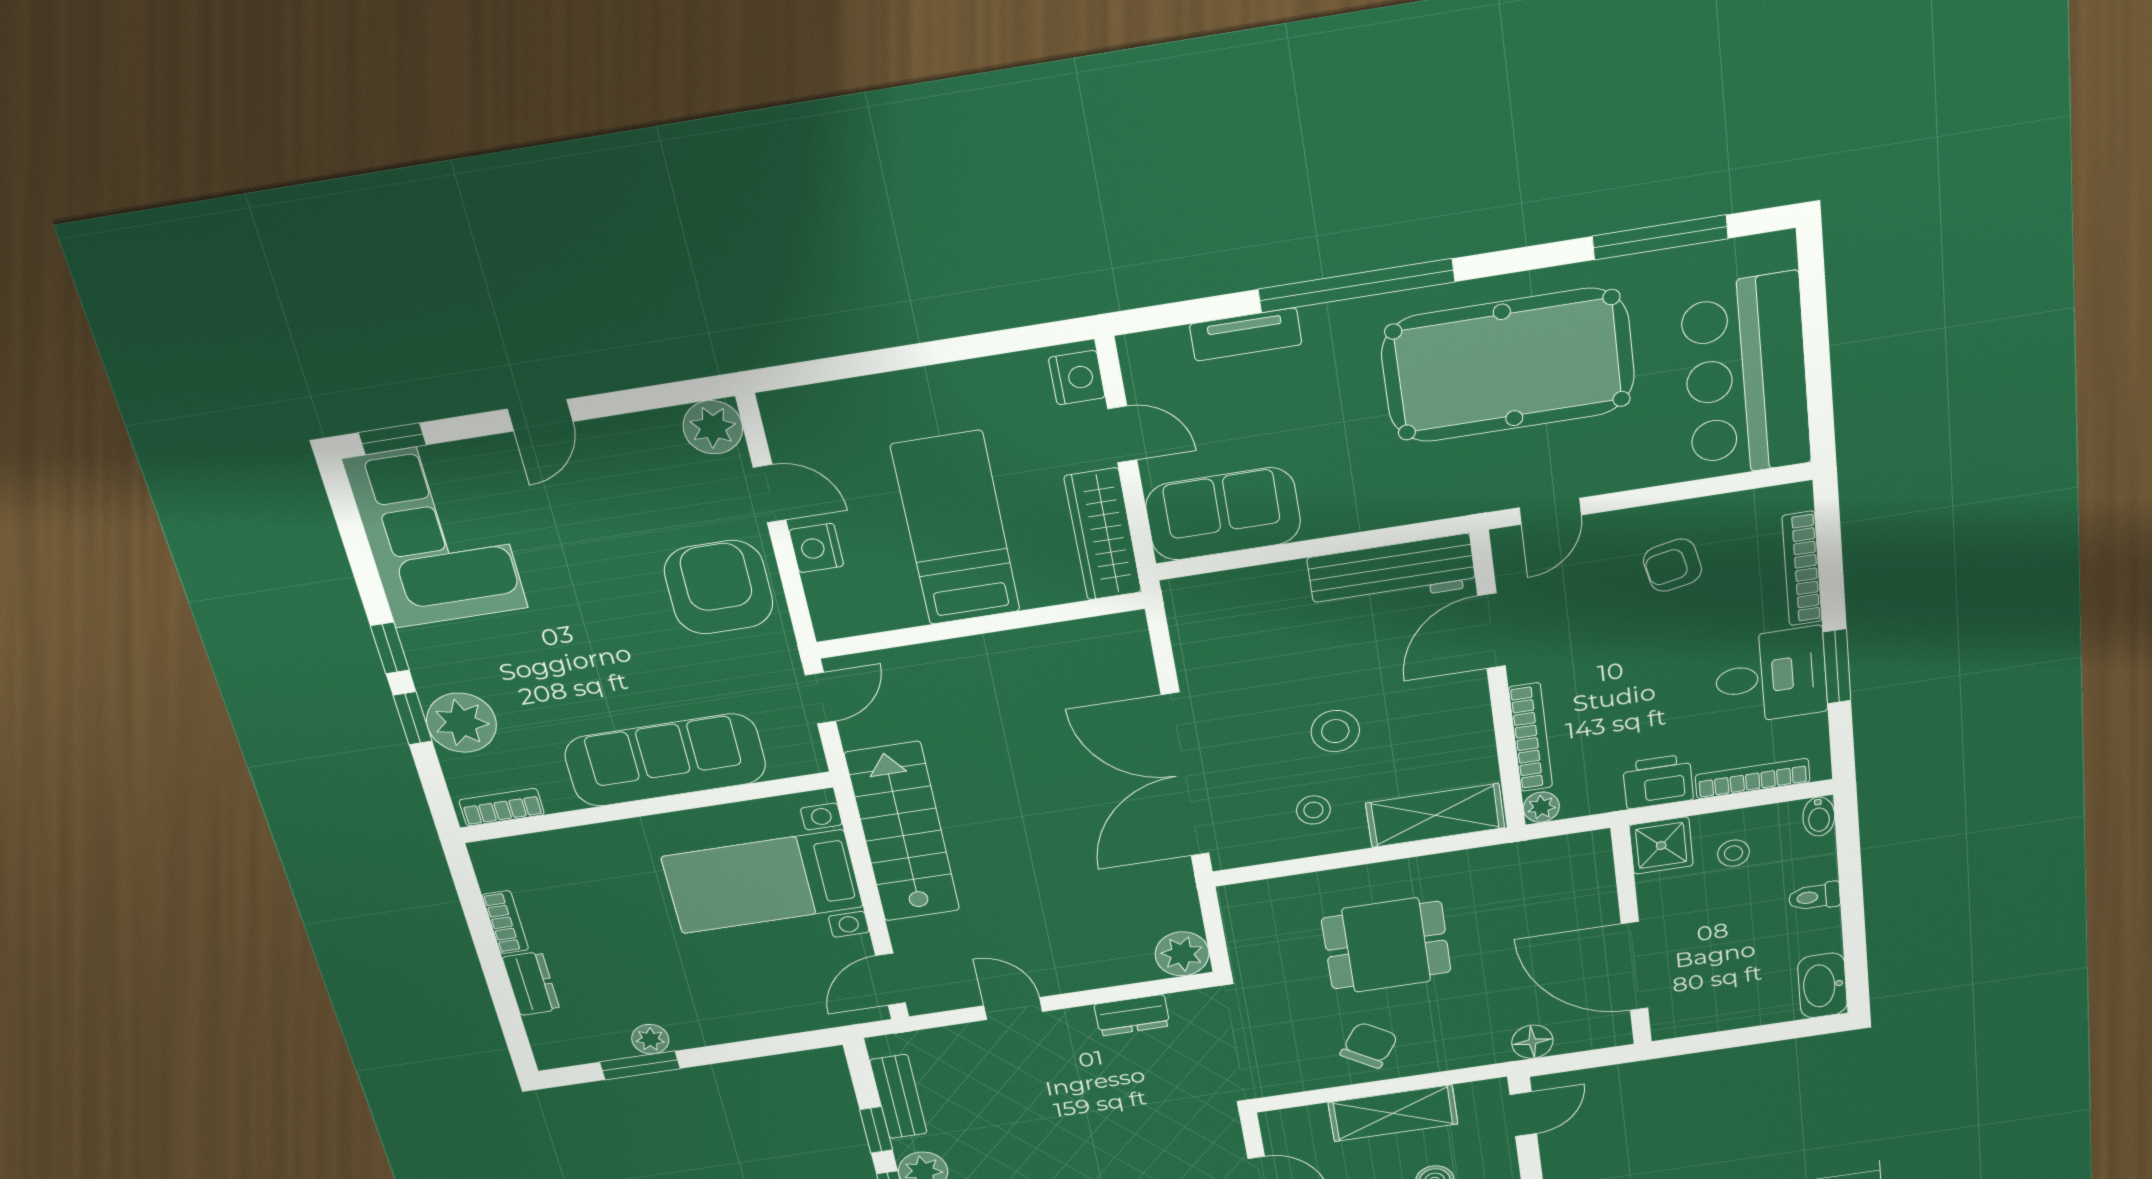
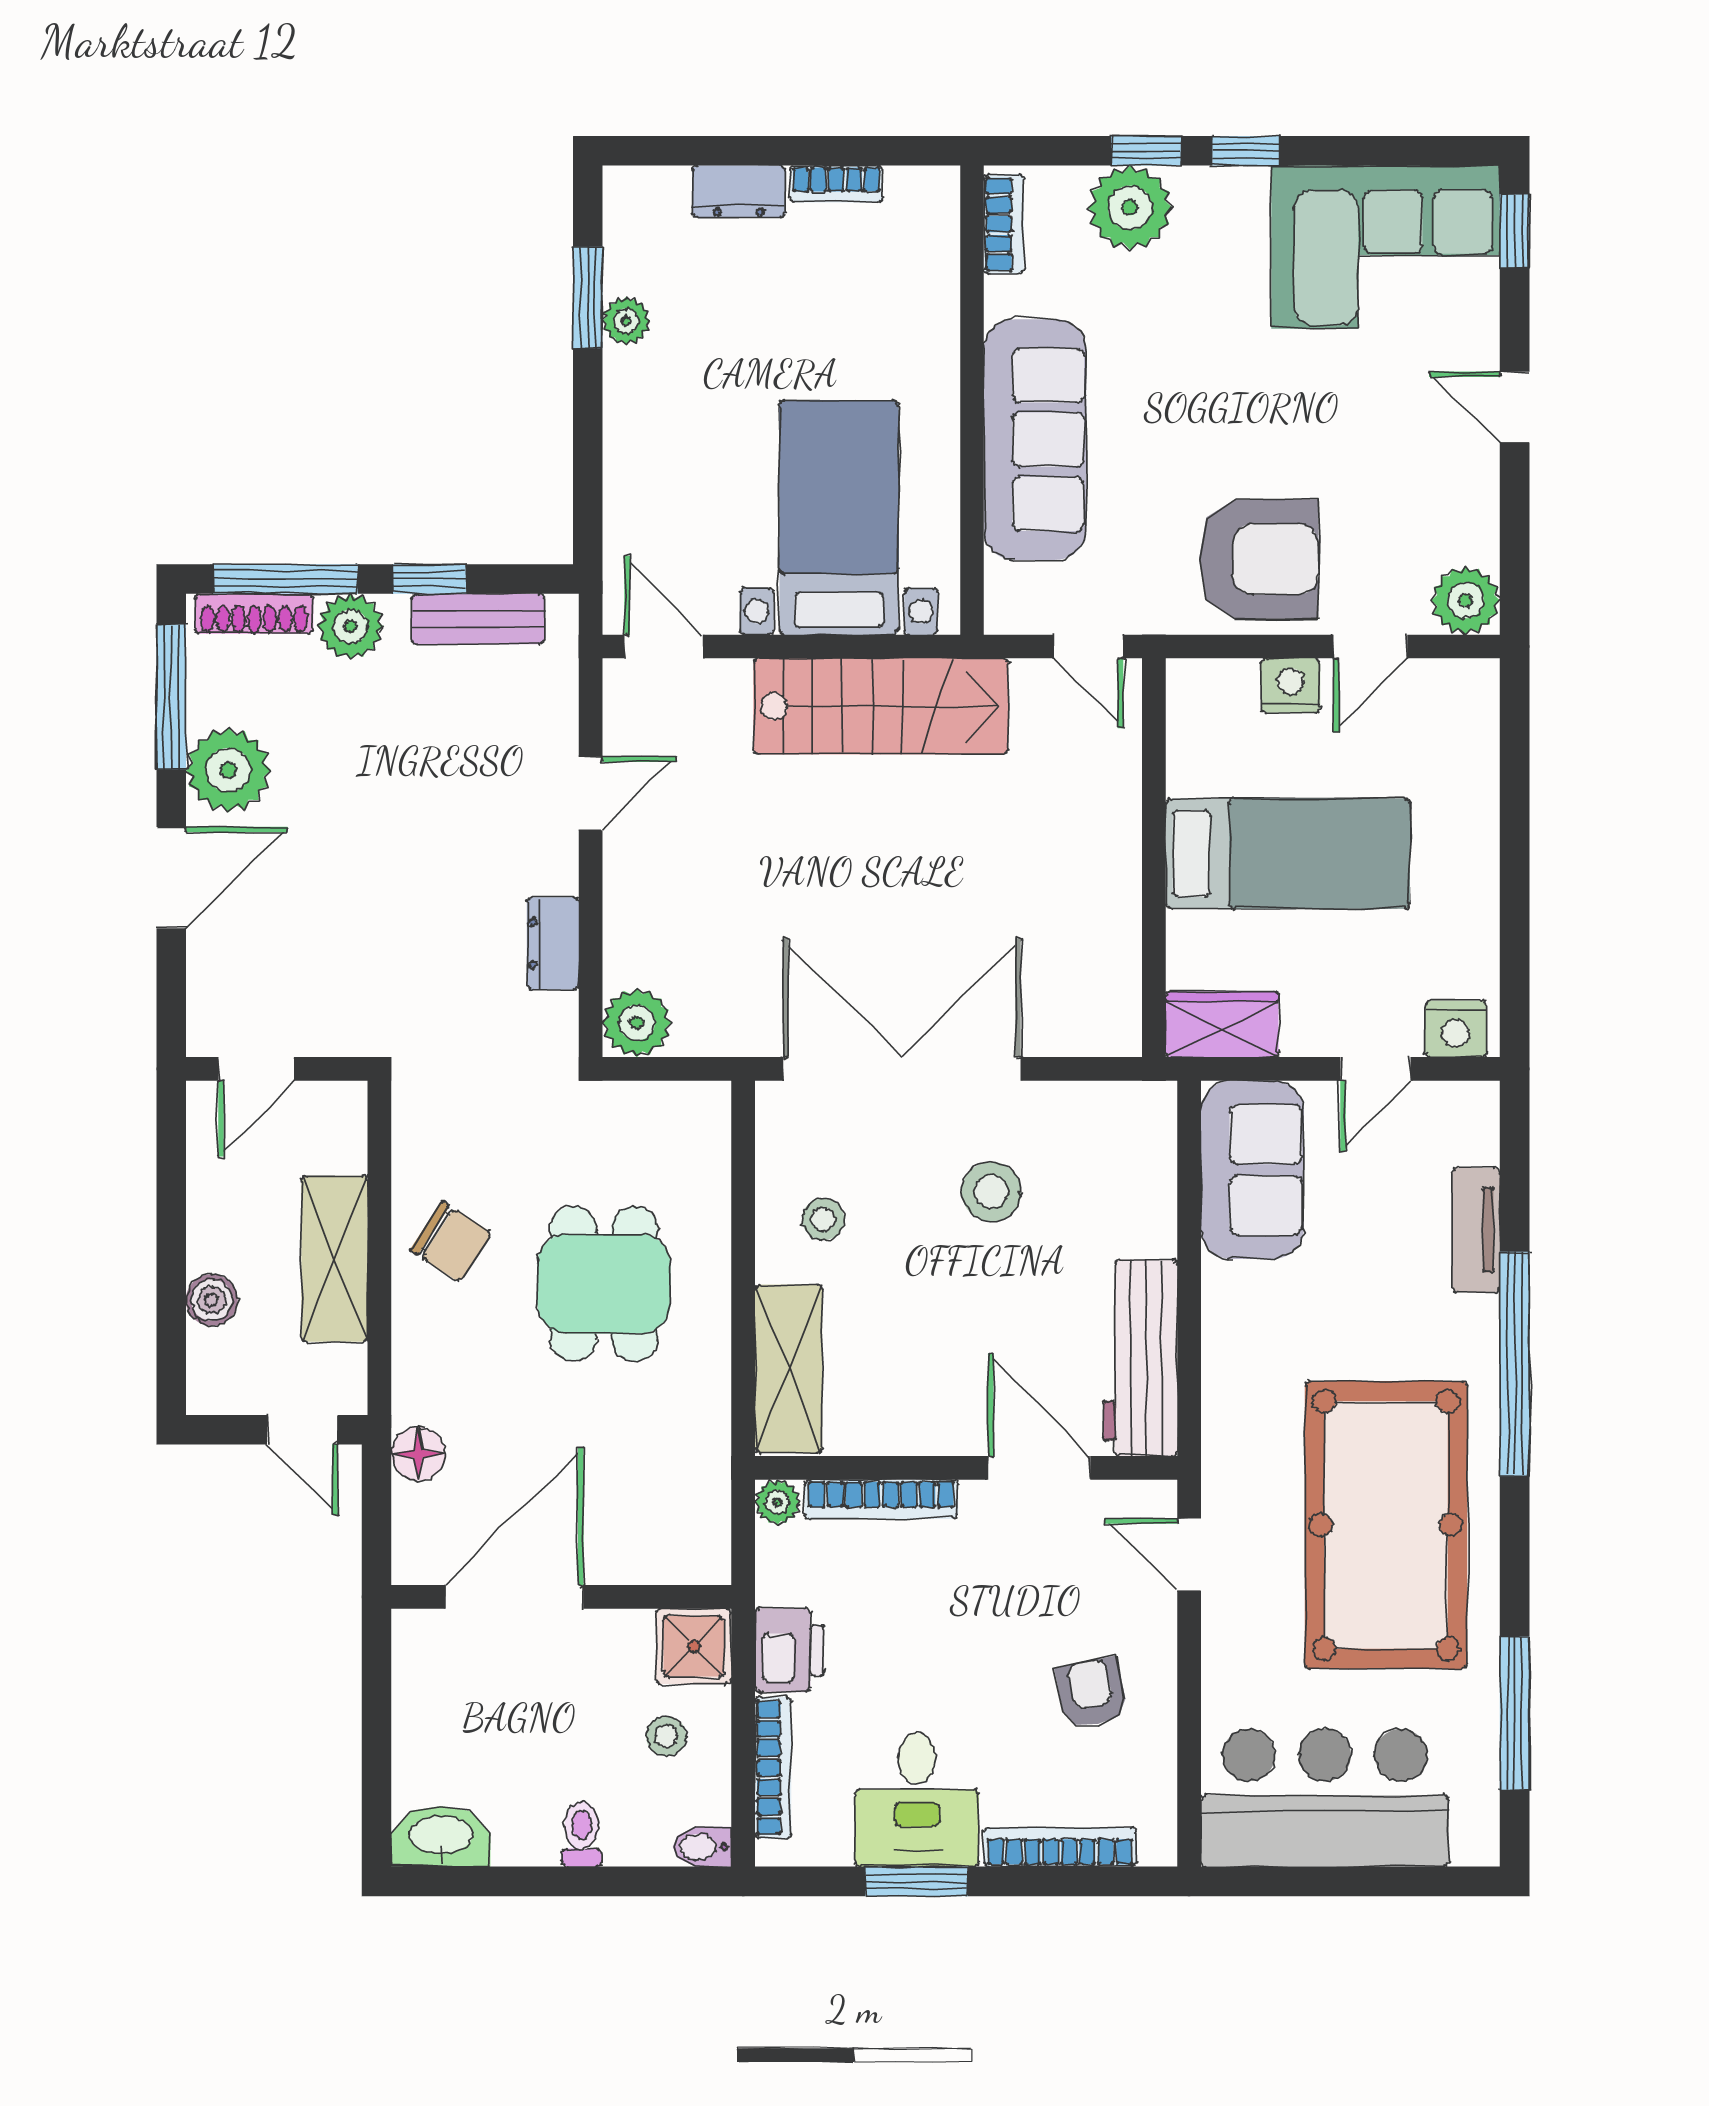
wardrobe: (1103, 534) -> (1222, 1024), width x0.67
stool: (1335, 731) -> (991, 1192), moved

